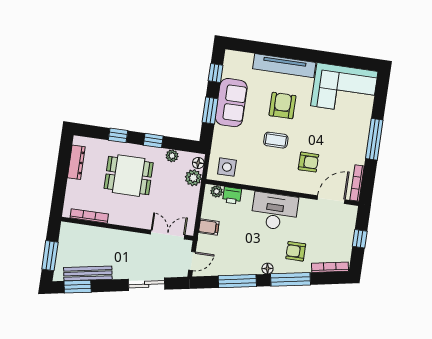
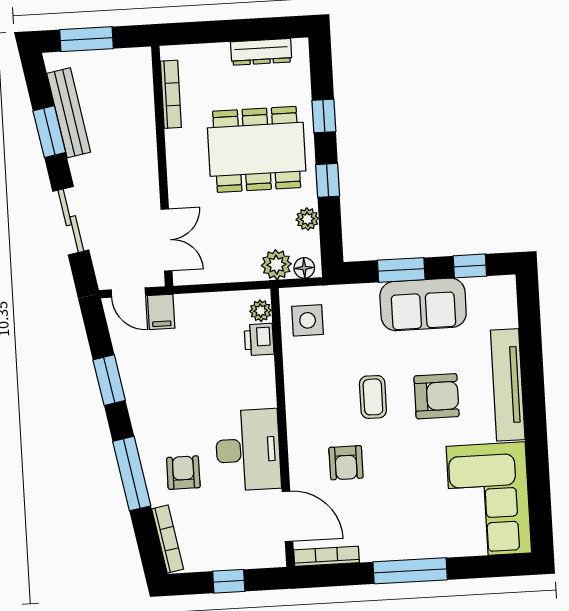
dining table: (129, 176) -> (257, 149), width x1.38
desk: (275, 211) -> (248, 450), moved
filing cabinet: (209, 227) -> (161, 312), moved
floor lamp: (267, 269) -> (143, 429), removed
window: (237, 281) -> (109, 380), width x0.69
window: (78, 287) -> (49, 132), moved

